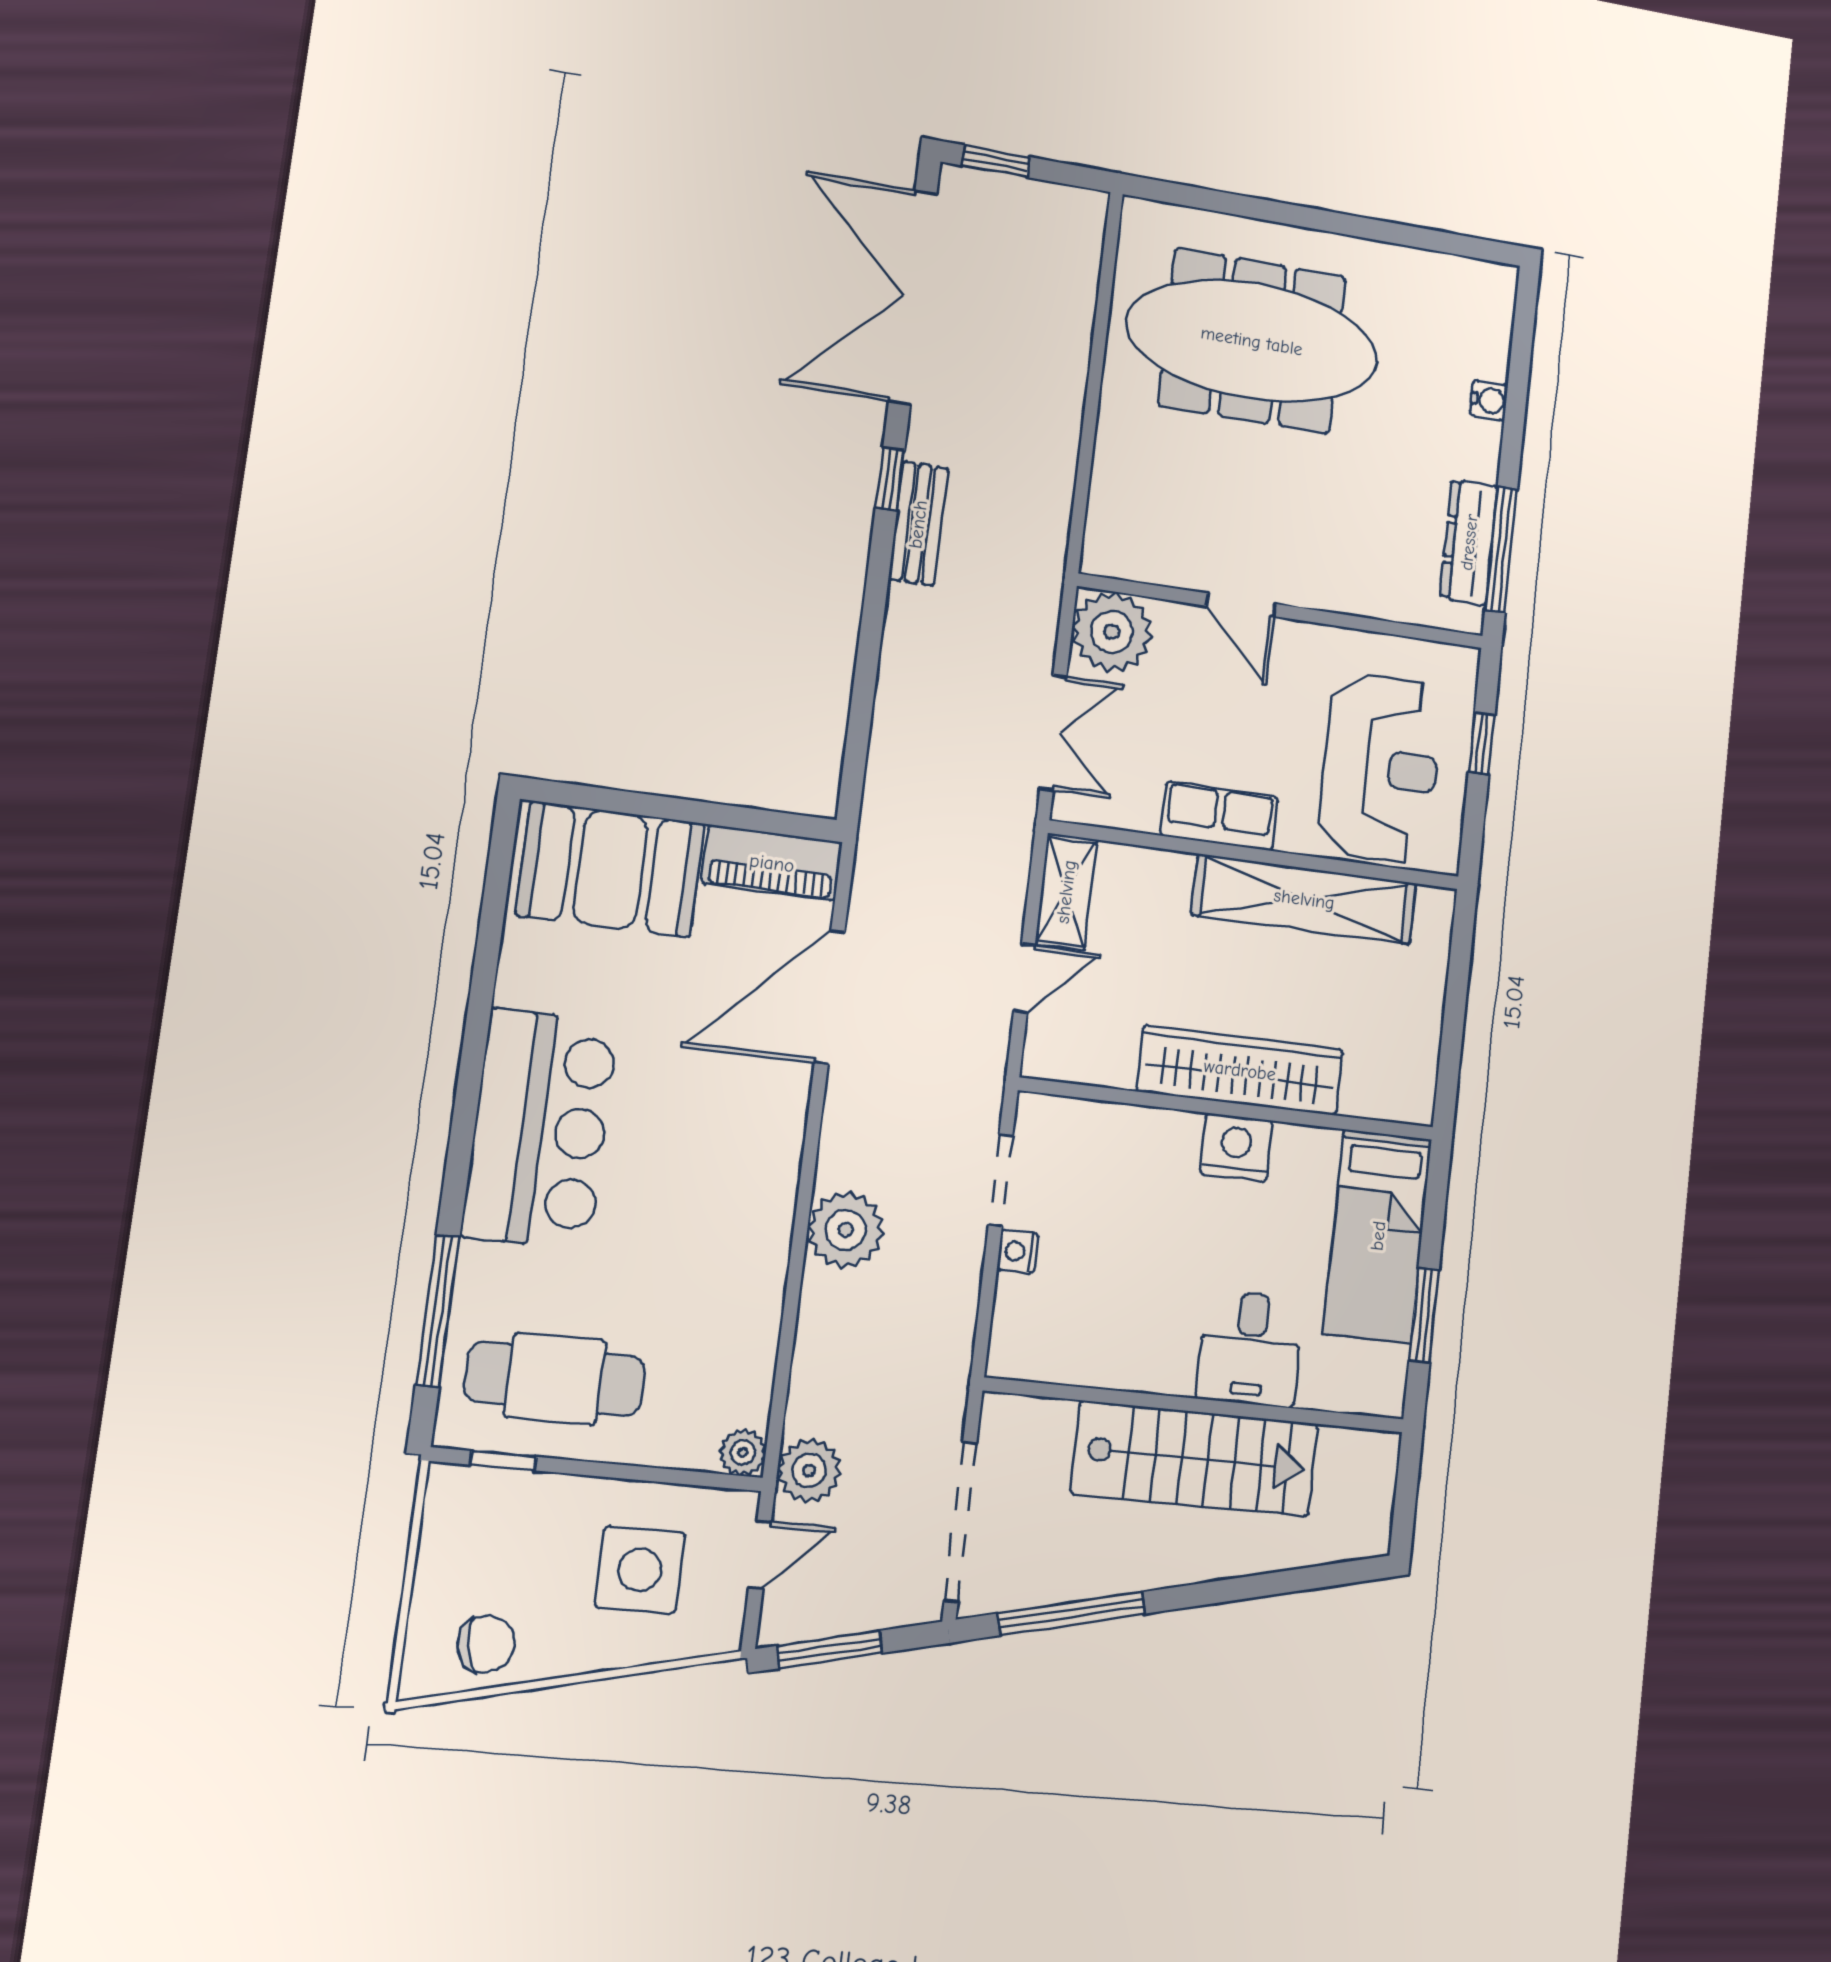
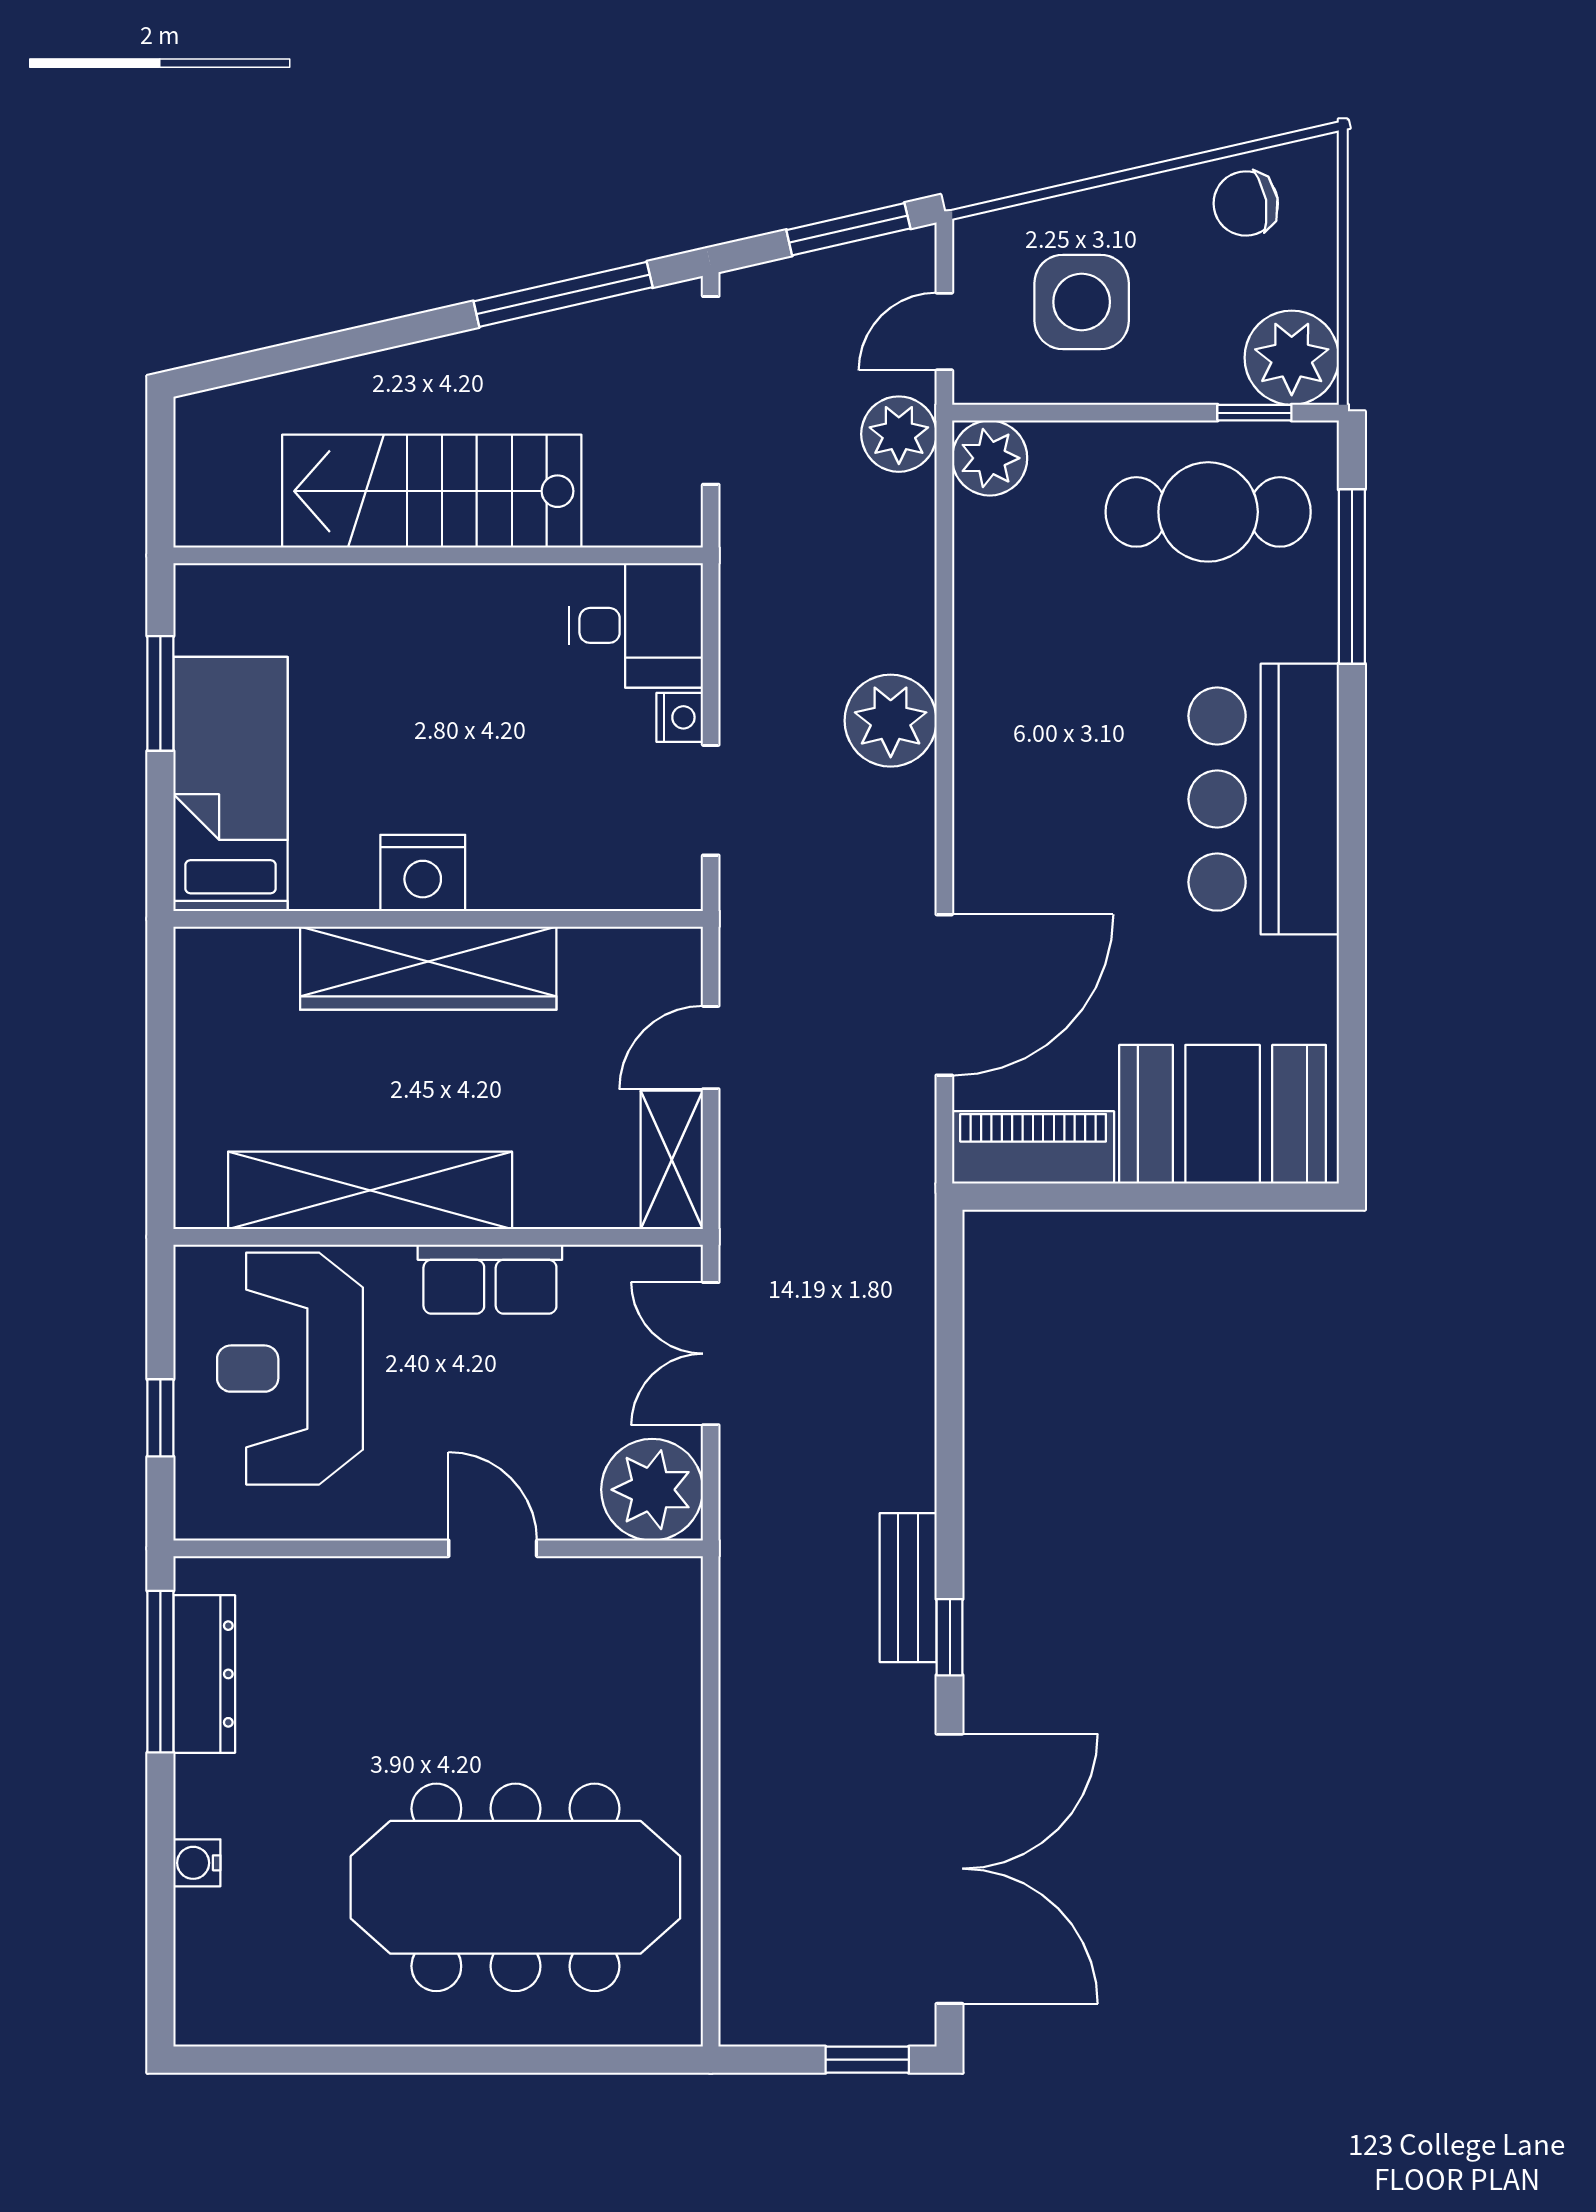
desk: (1250, 1349) -> (636, 625), moved, turned 90
plant: (743, 1453) -> (990, 458), width x1.38, depth x1.38
plant: (464, 1506) -> (1292, 358), added

